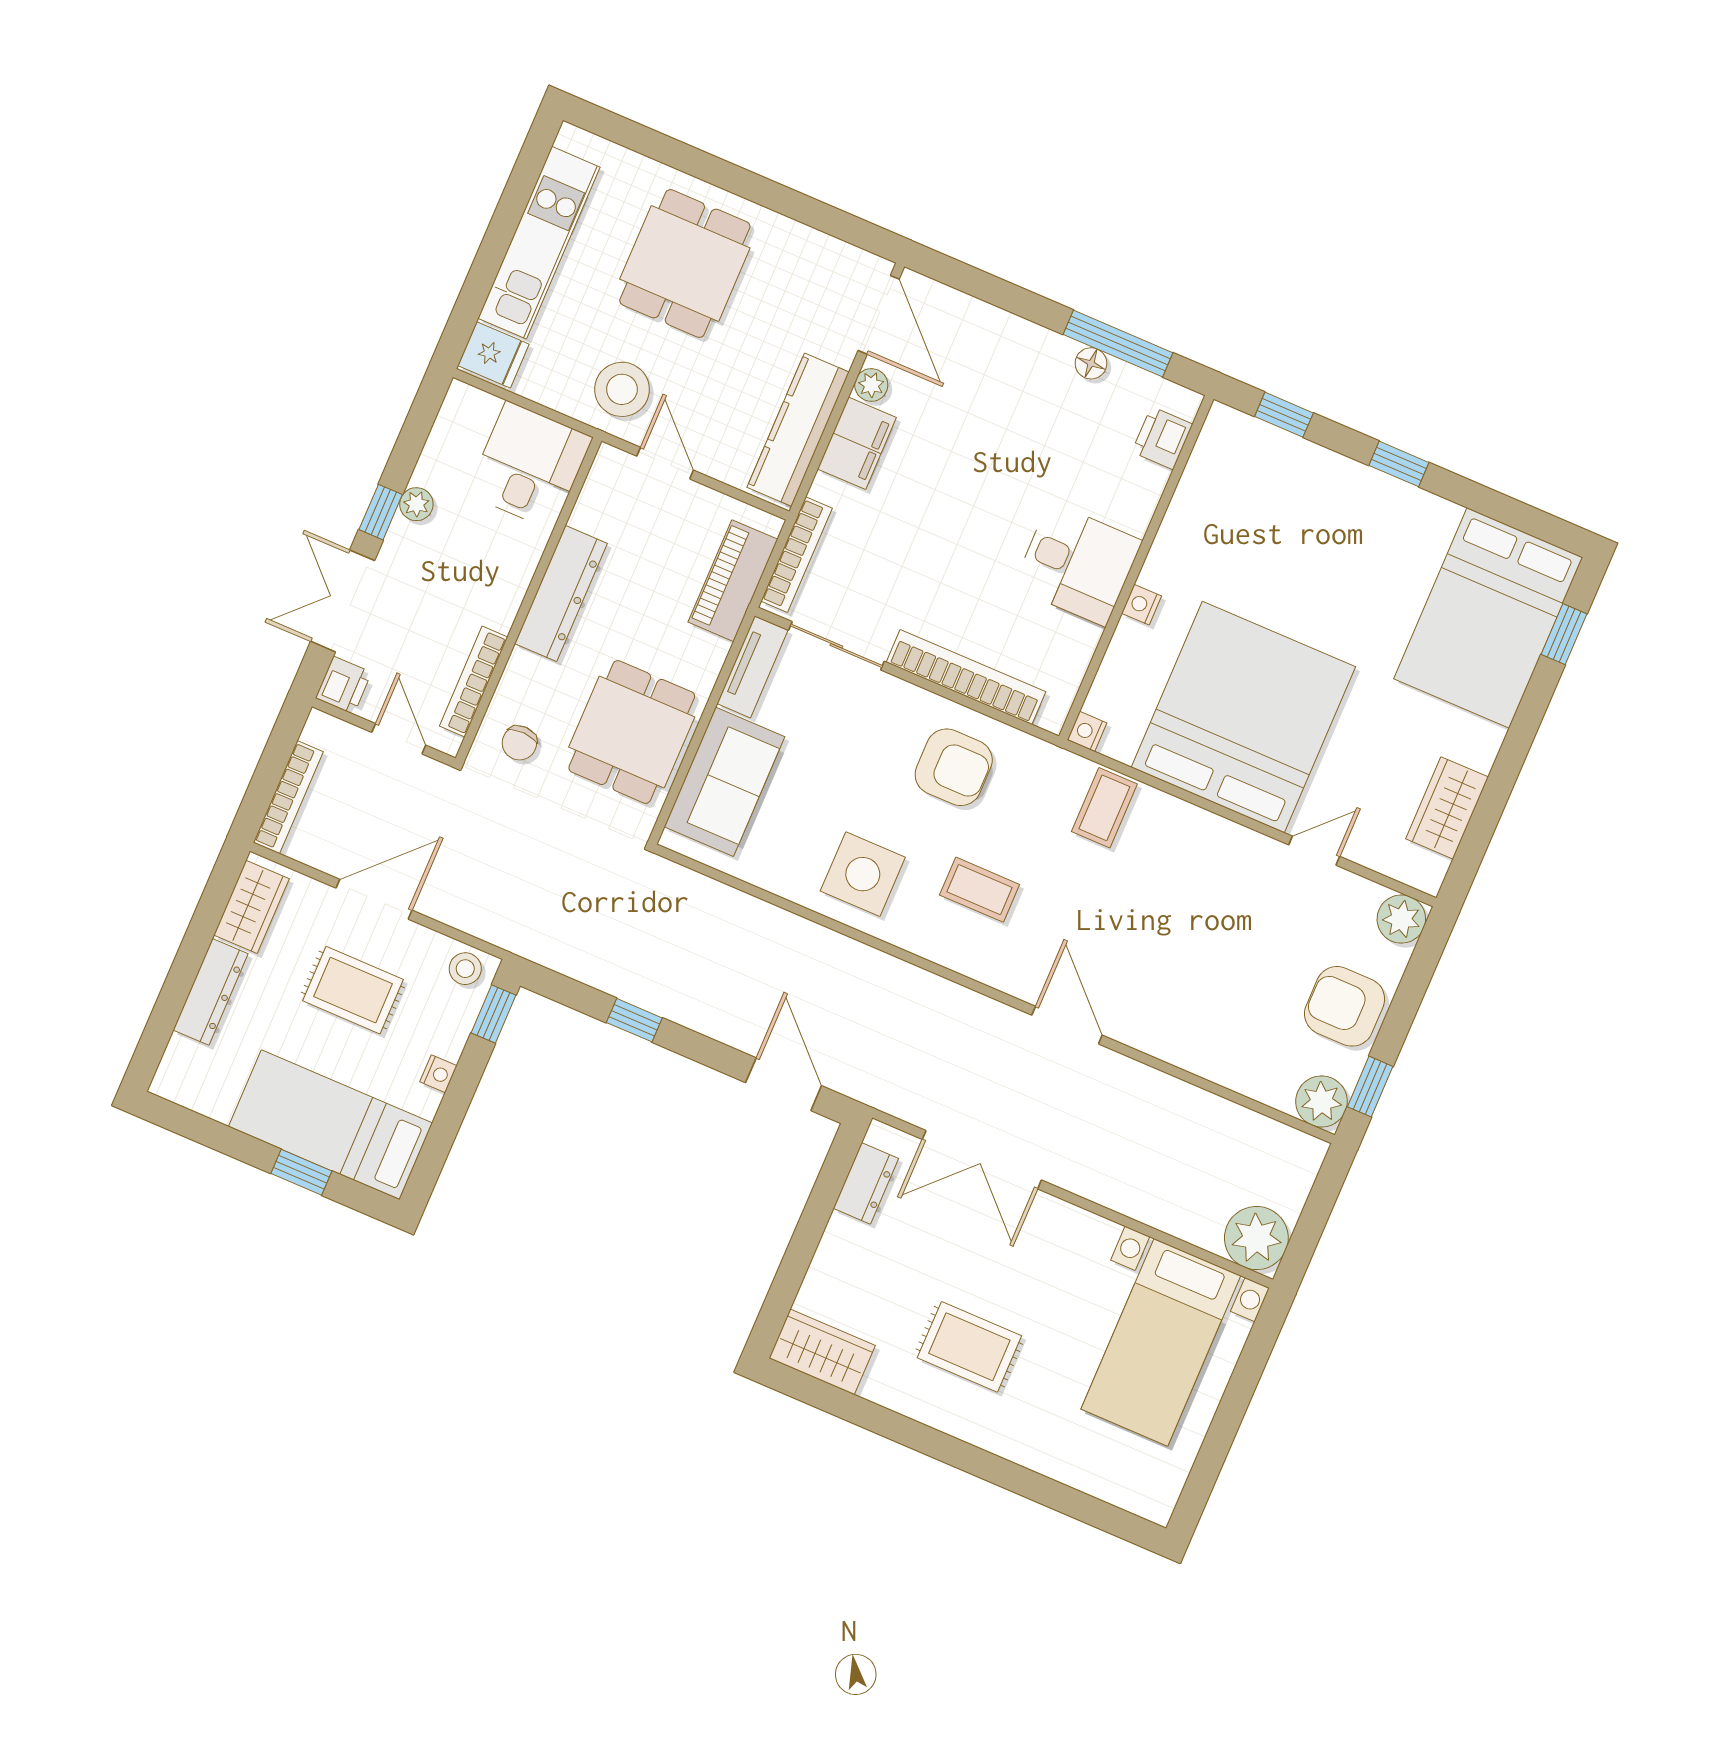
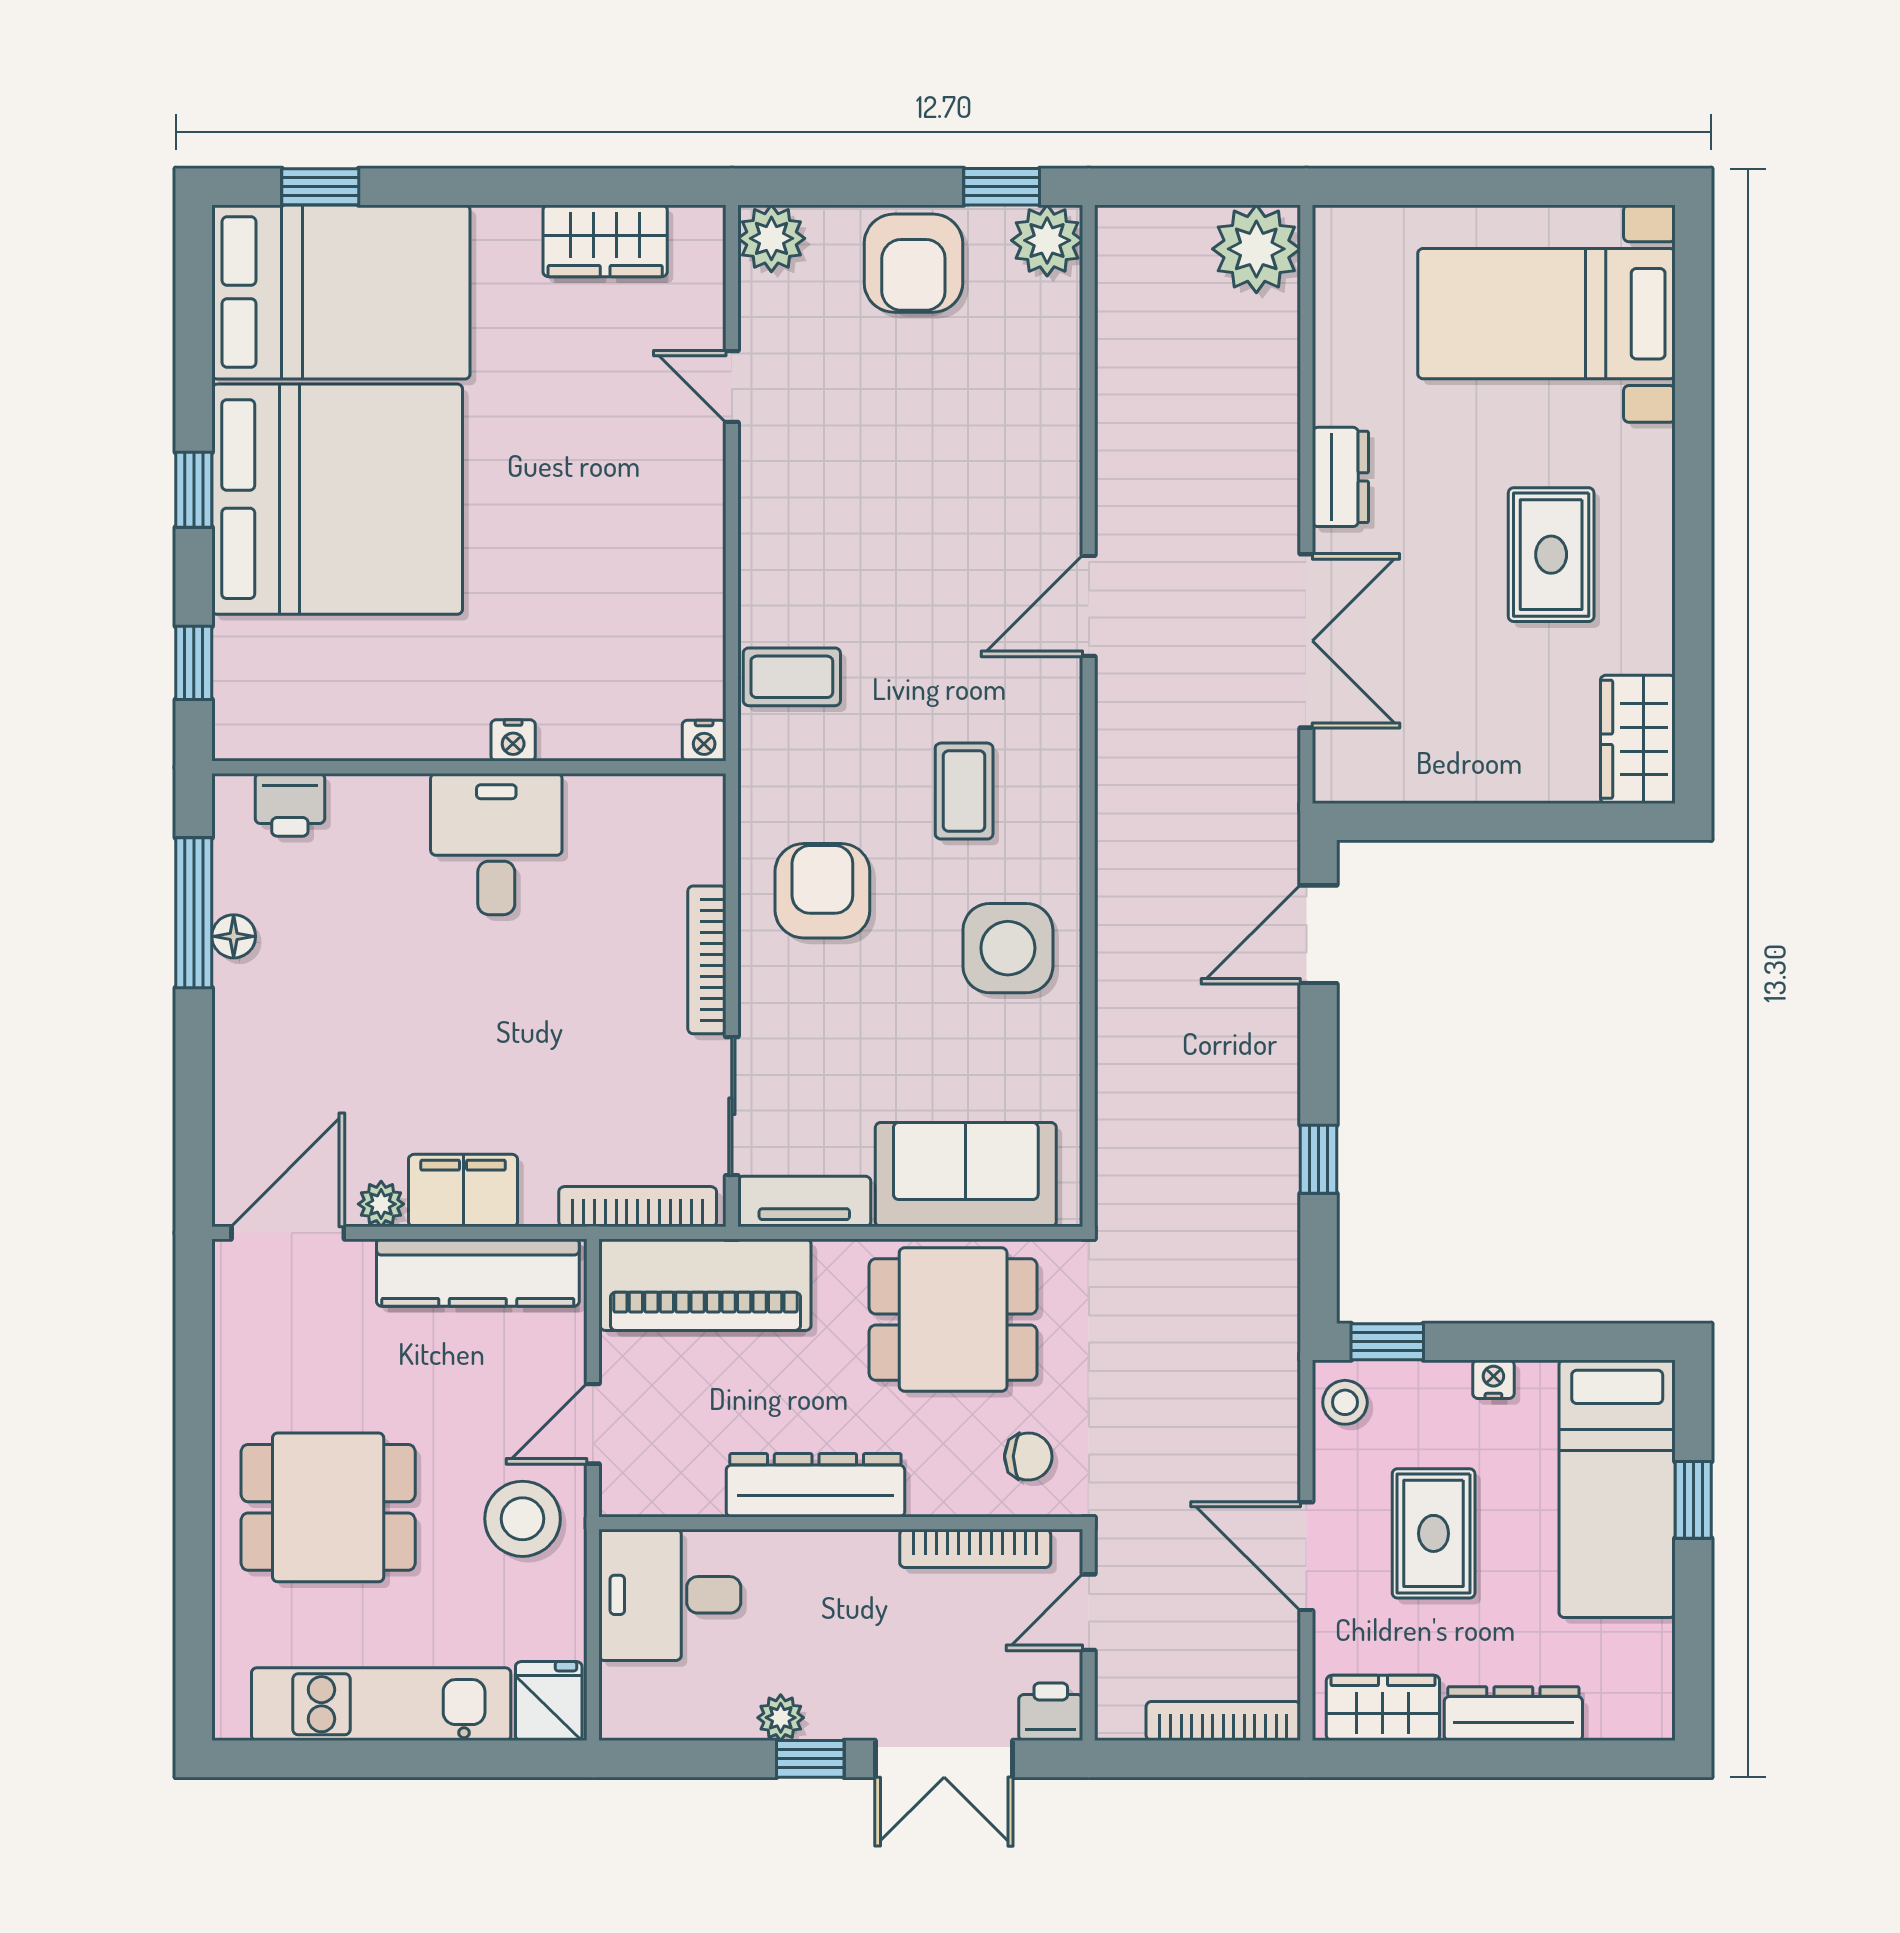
piano: (733, 581) -> (705, 1285), width x1.37, depth x1.33
bookcase: (966, 677) -> (707, 960), width x0.68, depth x0.76
bed: (1243, 717) -> (337, 499), moved, turned 180
dresser: (866, 1183) -> (1340, 477), moved, turned 90
bed with nightstands: (1161, 1342) -> (1547, 314), moved, turned 180

